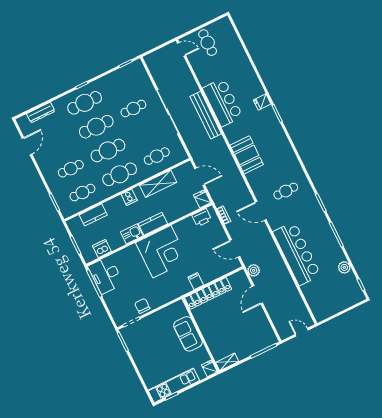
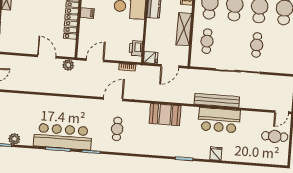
fridge: (262, 102) -> (216, 153), moved
bar counter: (297, 254) -> (63, 137), moved, turned 180
plant: (344, 267) -> (14, 139), moved

